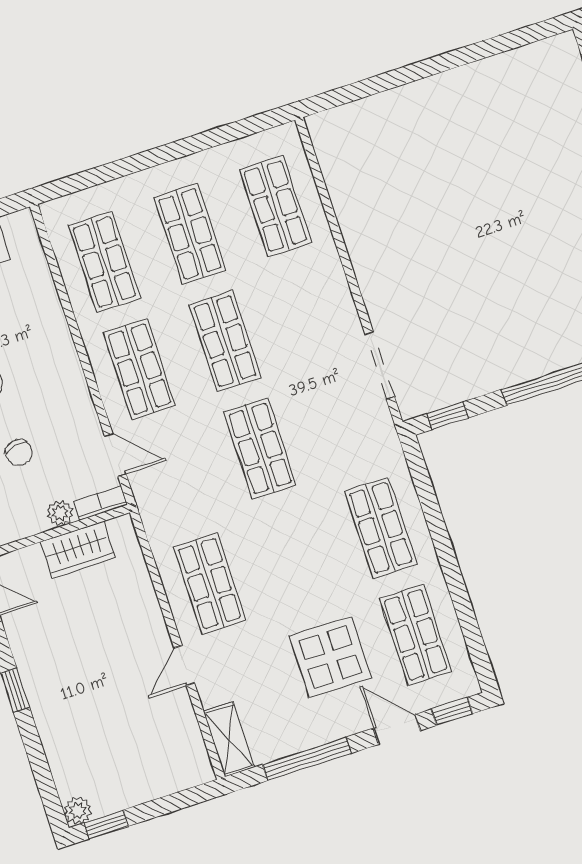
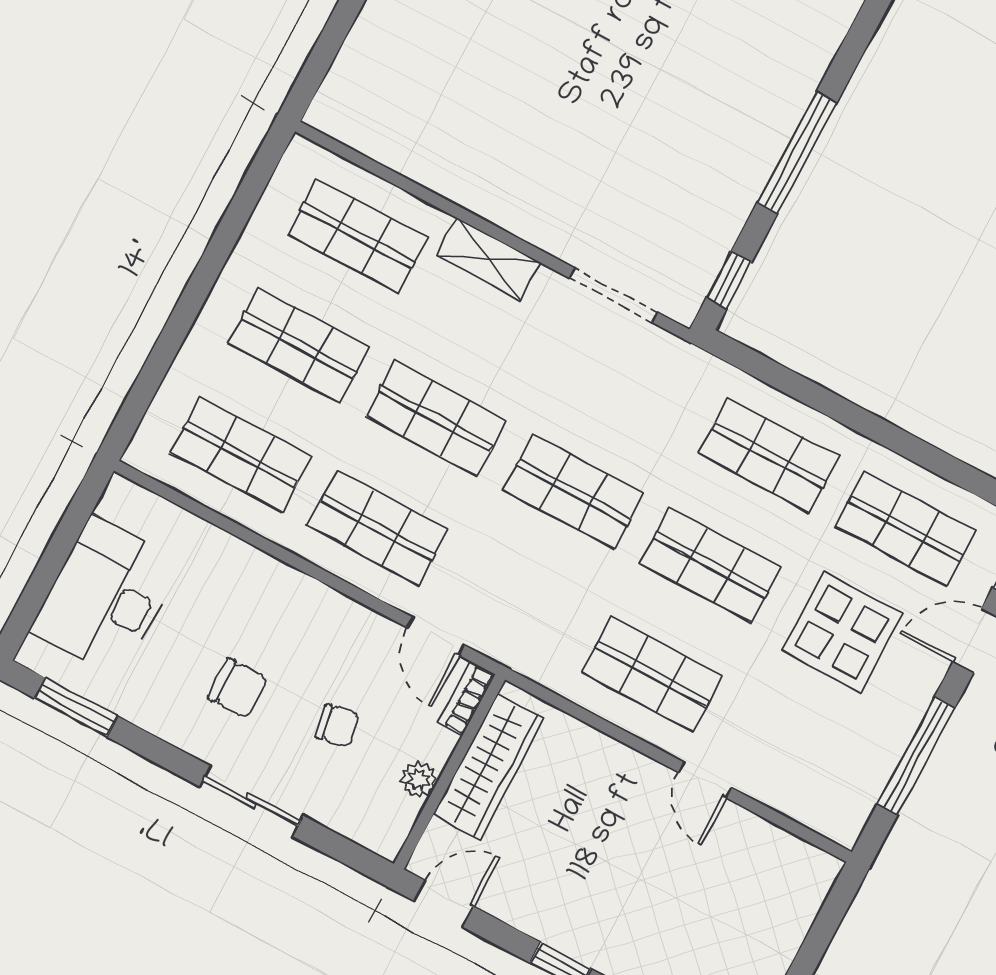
door: (115, 455) -> (436, 636), swing flipped
plant: (60, 513) -> (419, 779), moved
wardrobe: (78, 550) -> (489, 766), width x1.50
shop shelf: (295, 556) -> (711, 565), added
shelving: (229, 739) -> (489, 259), moved

